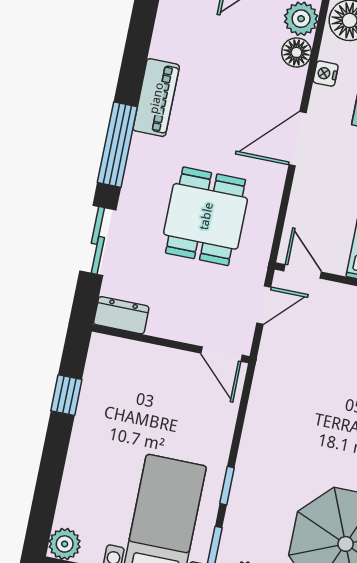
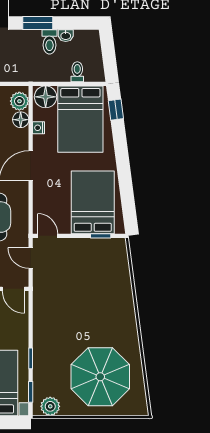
door: (264, 305) -> (31, 258), swing flipped

